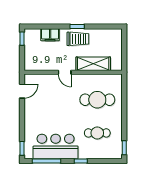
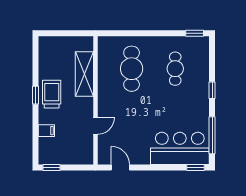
filing cabinet: (50, 35) -> (46, 131), width x0.50
door: (65, 72) -> (95, 126), moved
bar counter: (56, 146) -> (180, 148), moved, turned 90

